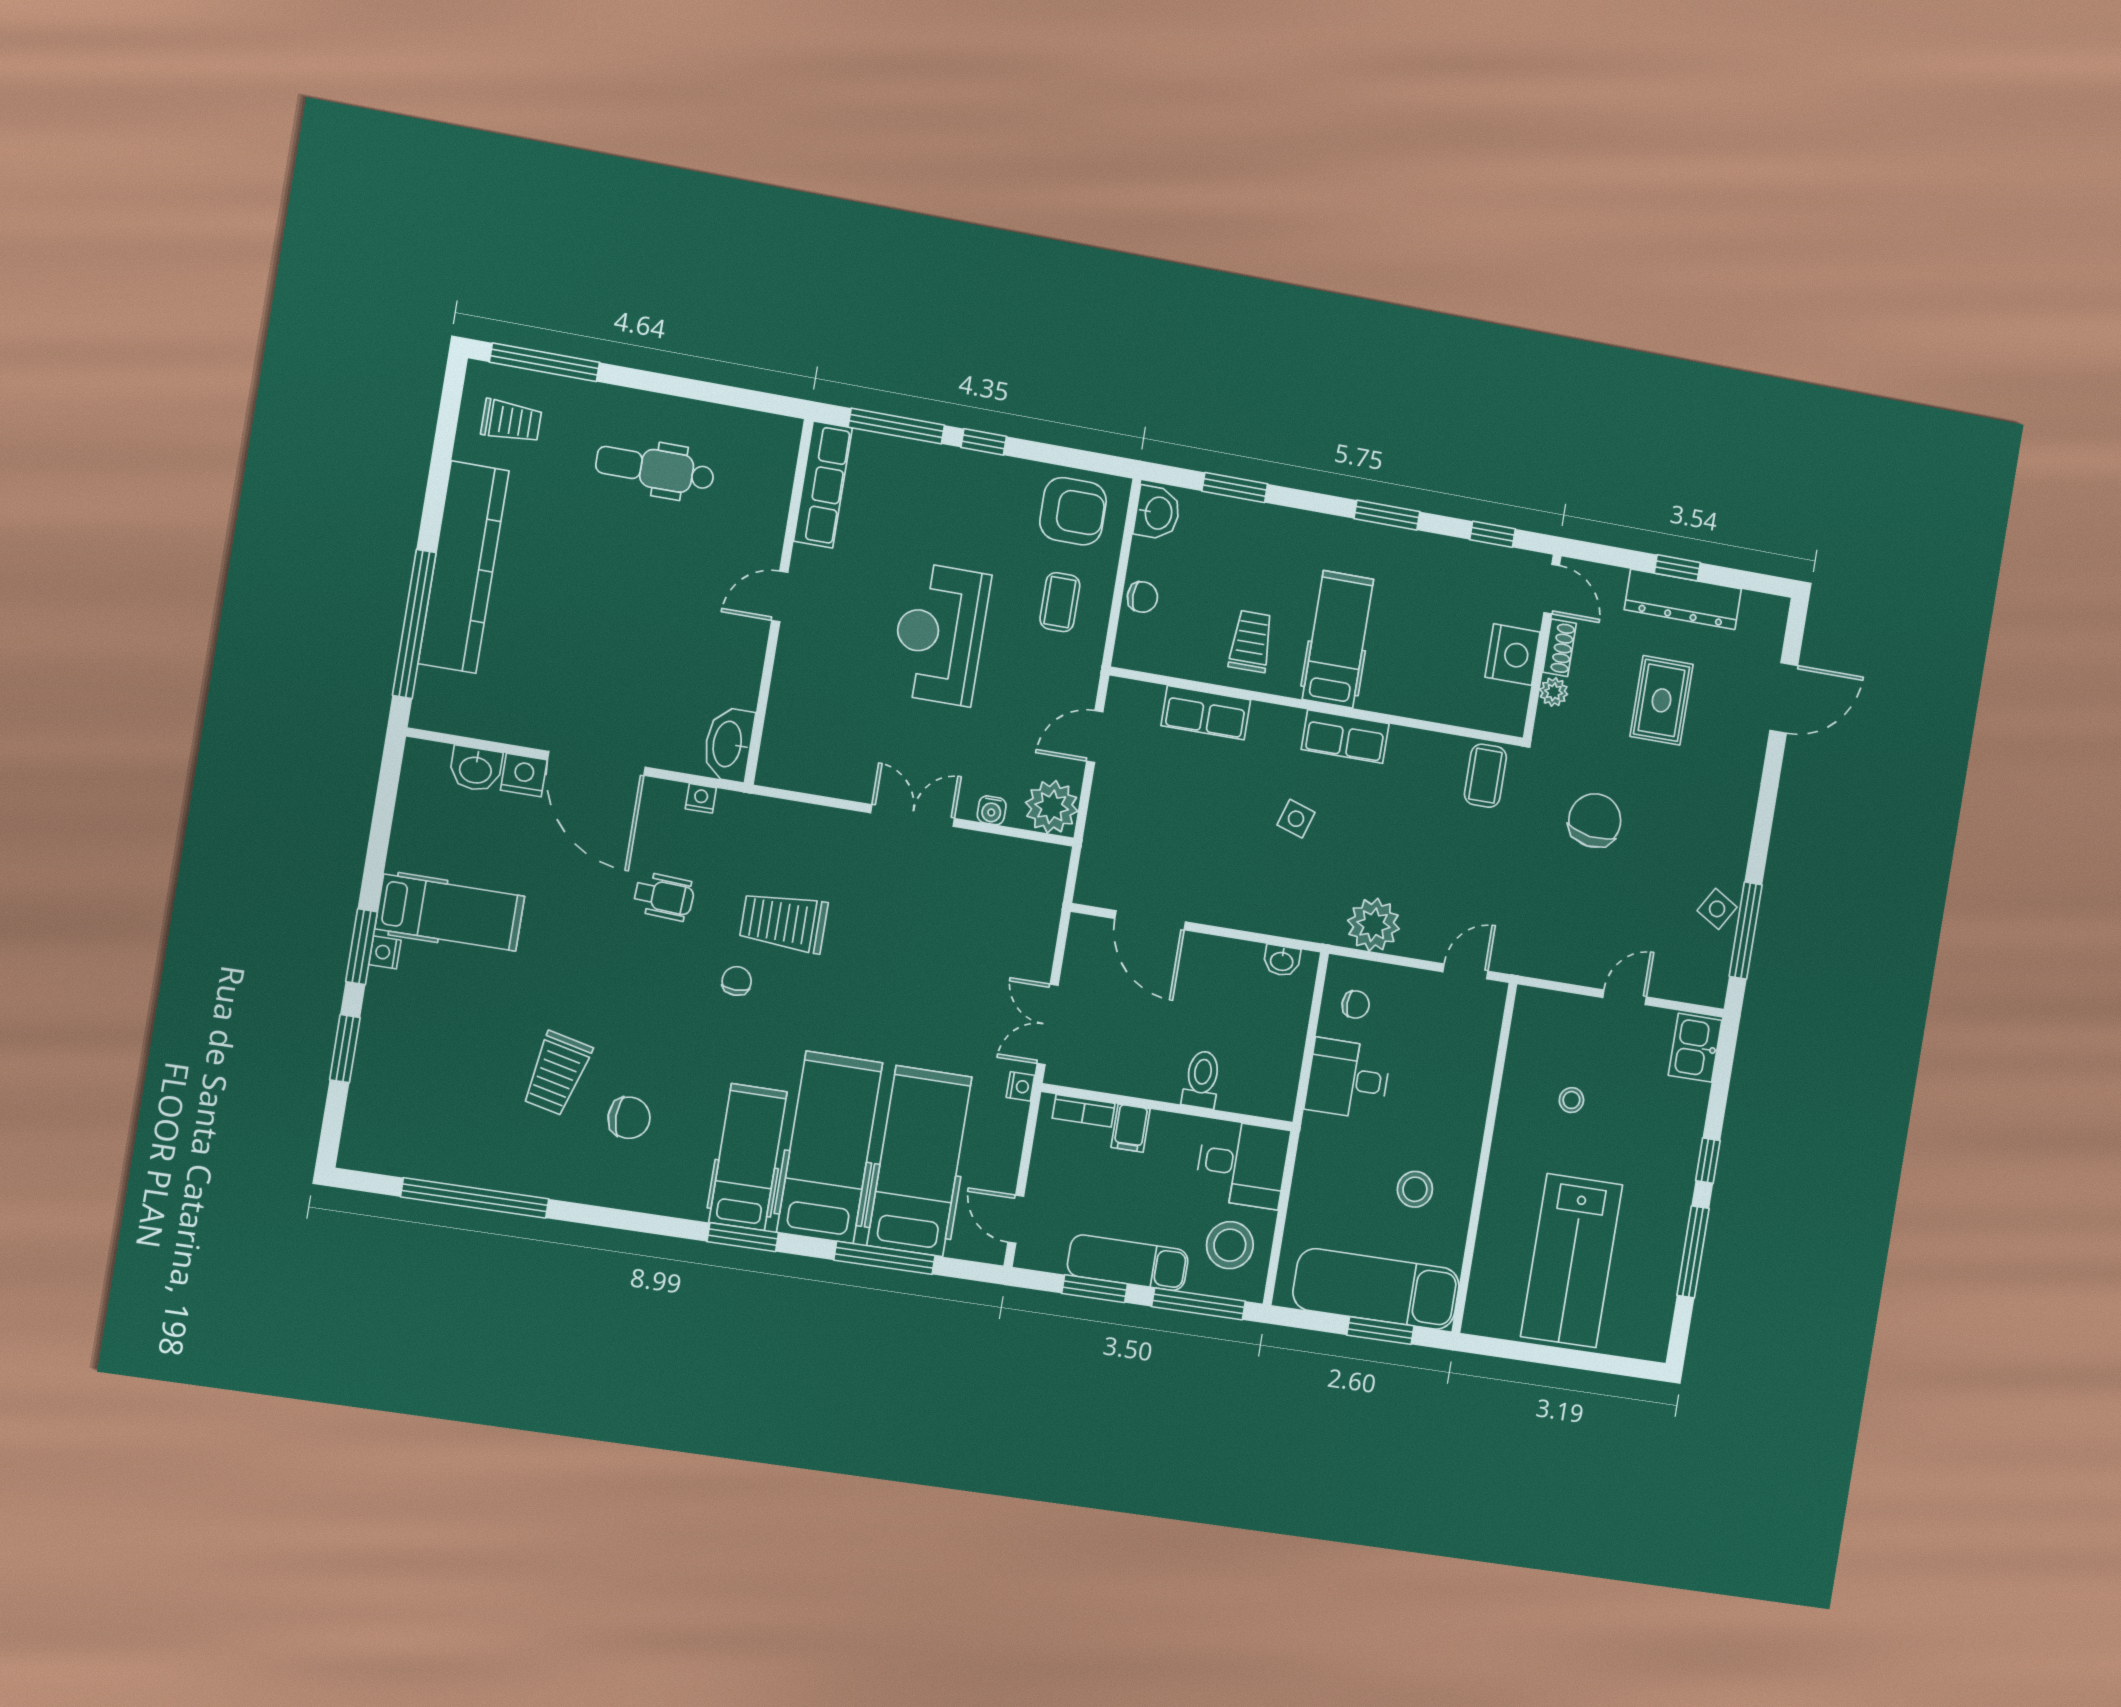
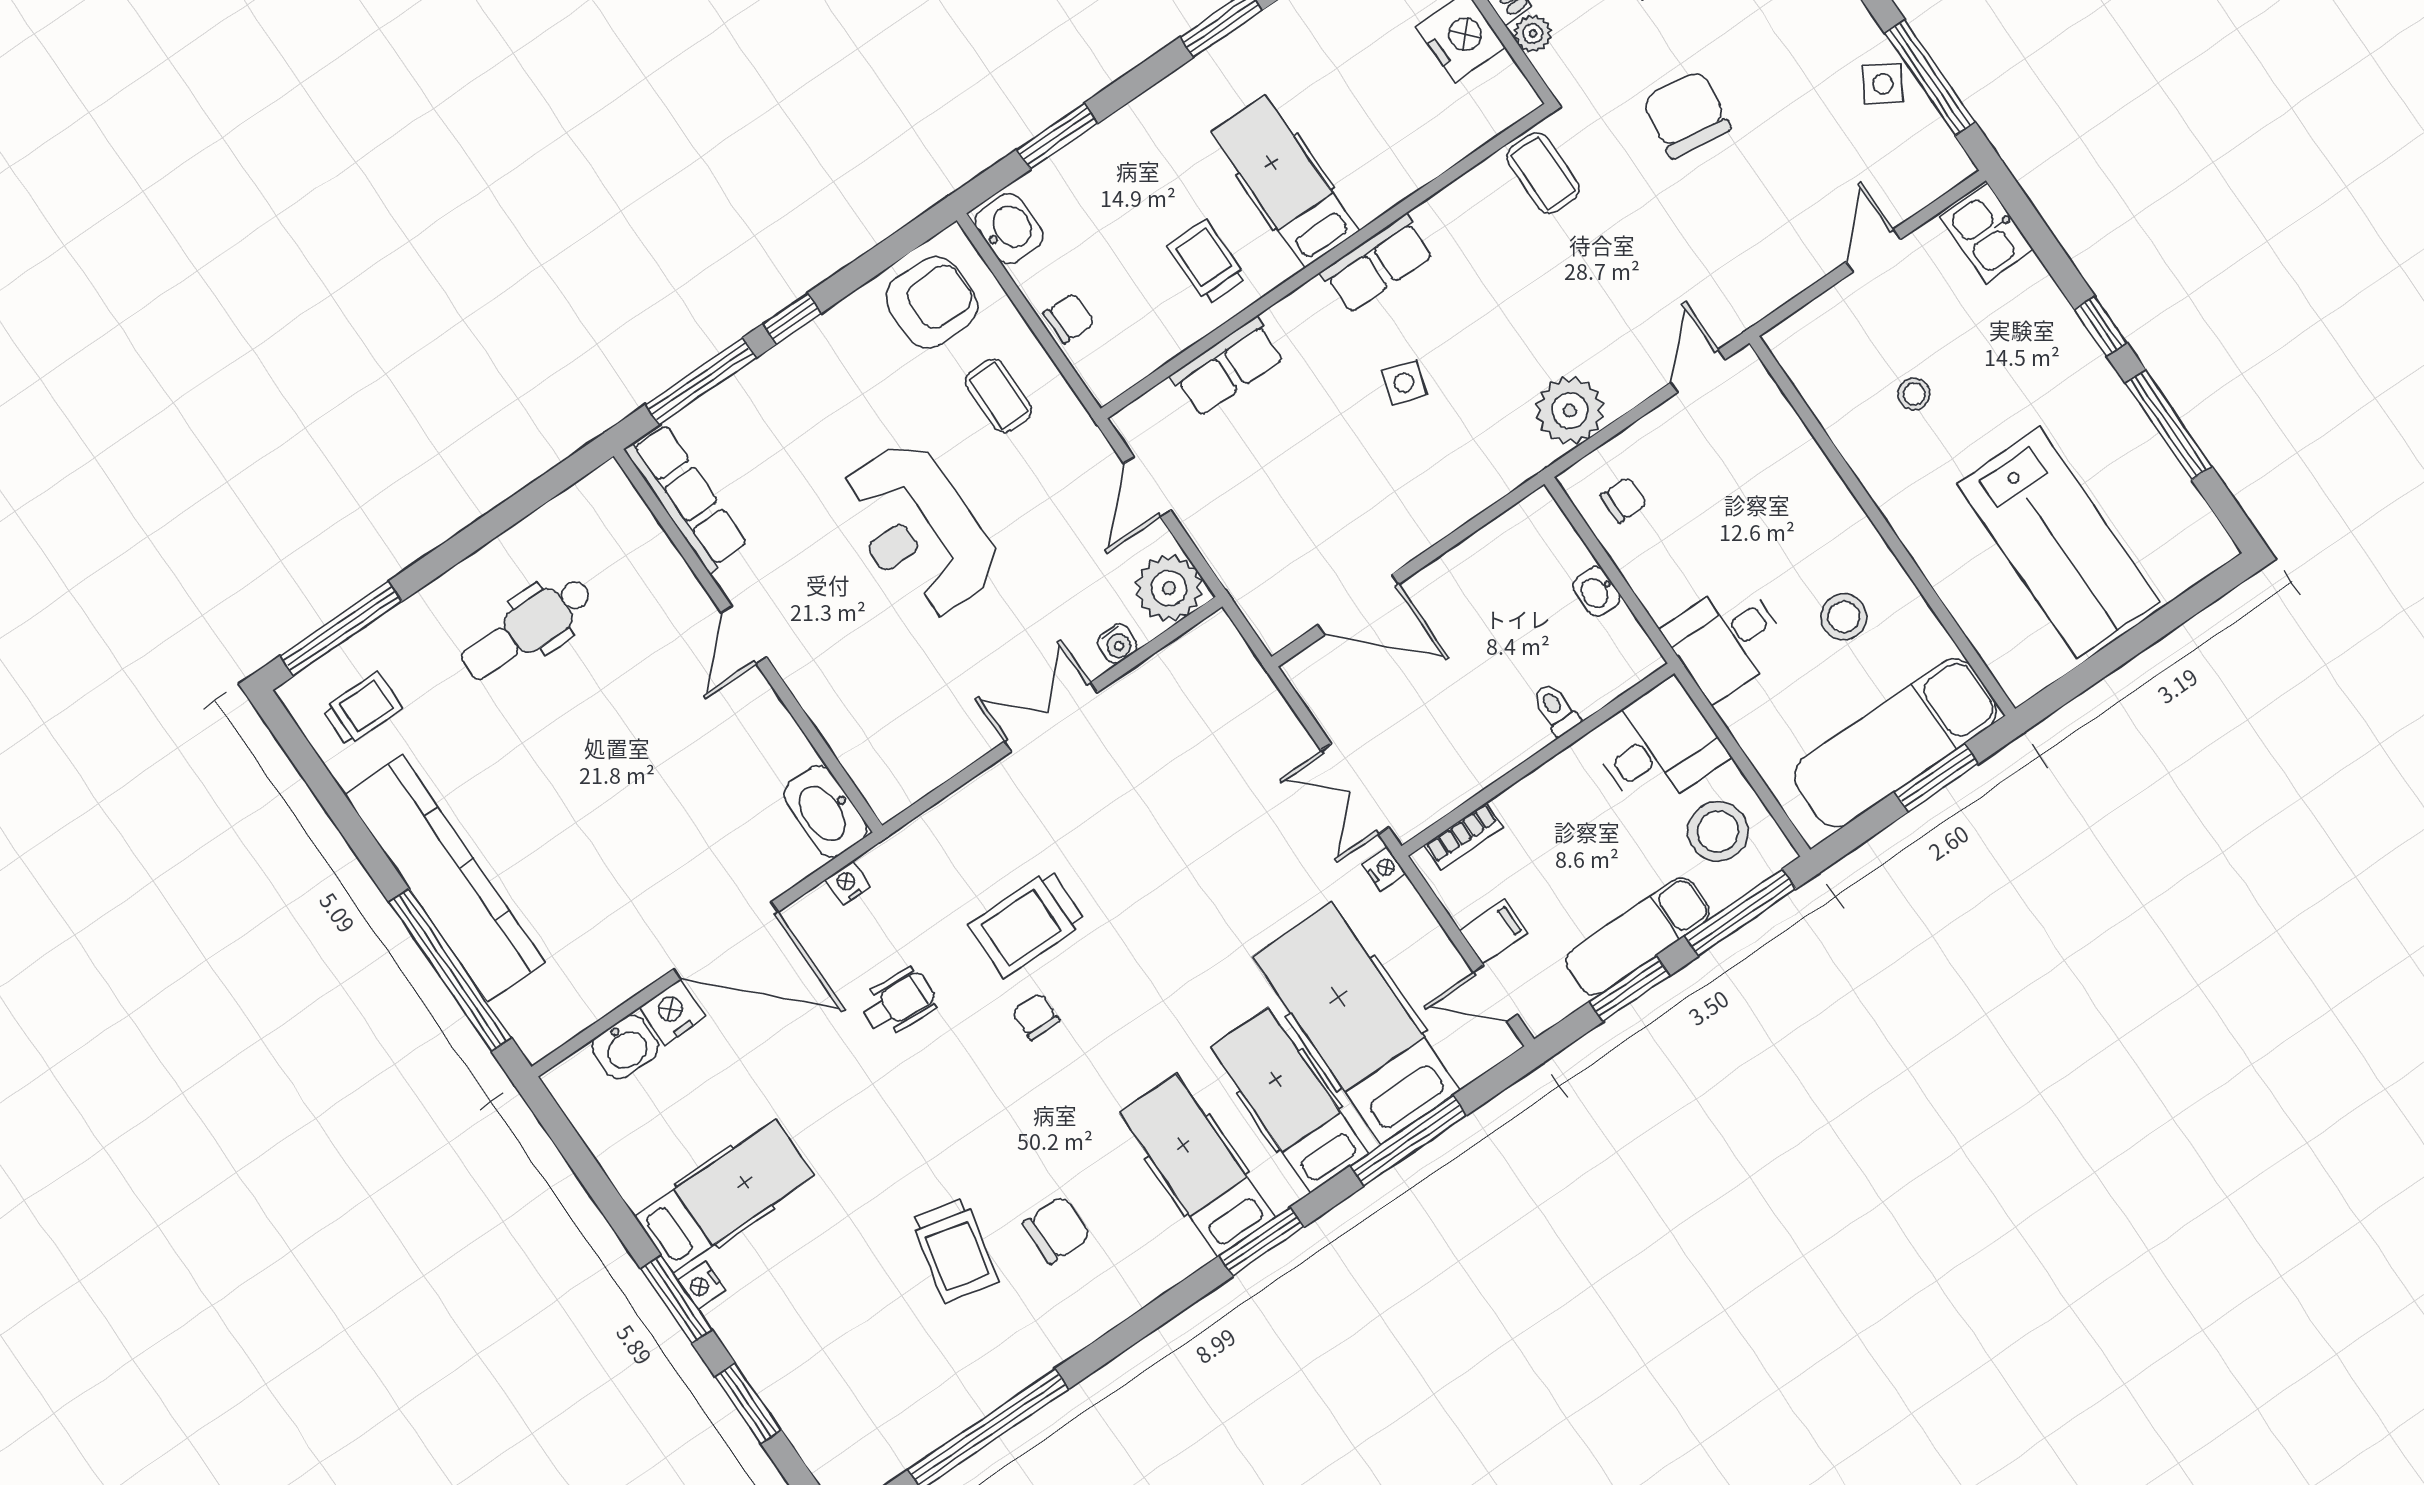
washbasin: (1282, 961) -> (1597, 592), moved, turned 90
toilet: (1202, 1079) -> (1556, 709), width x0.73, depth x0.72
desk: (1348, 1079) -> (1727, 640), moved
filing cabinet: (1131, 1128) -> (1494, 932), moved, turned -90
hospital bed: (830, 1147) -> (1289, 1100), width x0.73, depth x0.78

